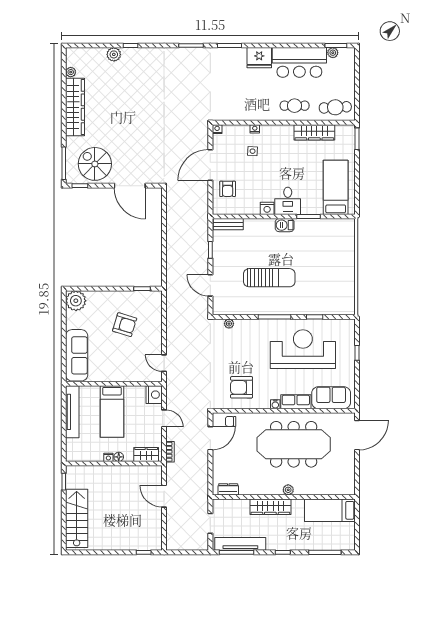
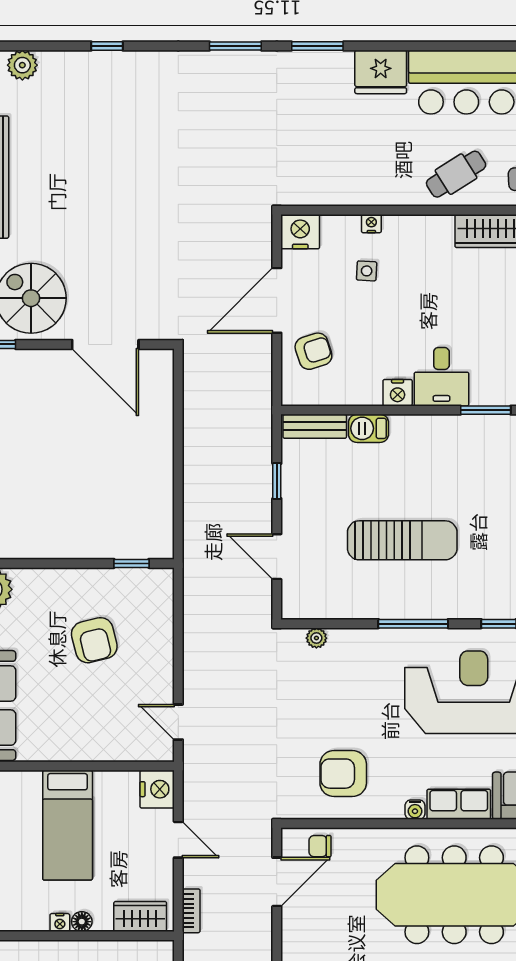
plant: (114, 54) -> (22, 65), moved
cafe table: (295, 106) -> (456, 174), turned -32
nightstand: (217, 129) -> (300, 232), width x1.89, depth x1.79
armchair: (228, 189) -> (313, 351), turned -108
barbecue: (285, 225) -> (368, 428), moved
armchair: (125, 325) -> (94, 640), turned 59

